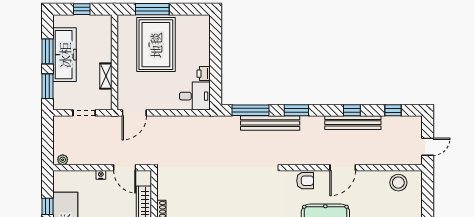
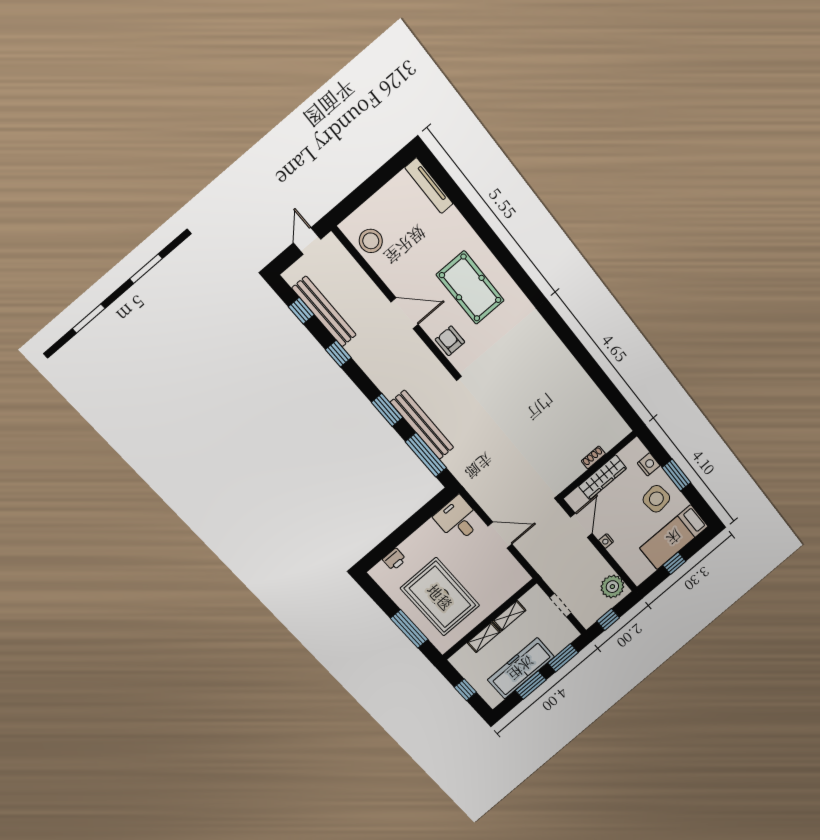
rug: (156, 45) -> (440, 597), turned 90
shelving: (106, 49) -> (484, 637), added
printer: (204, 74) -> (394, 559), moved
door: (134, 113) -> (500, 535), moved
bench: (353, 123) -> (324, 312), moved
window: (48, 135) -> (608, 619), added
door: (428, 147) -> (307, 241), hinge flipped
plant: (63, 160) -> (612, 587), width x1.88, depth x1.88

